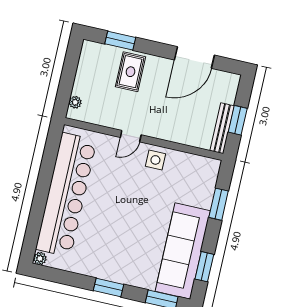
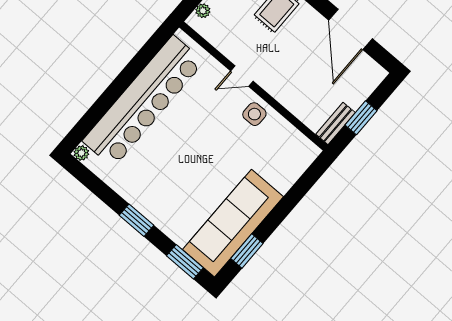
door: (194, 57) -> (351, 29), hinge flipped
bench: (222, 128) -> (336, 123), width x0.73
window: (219, 204) -> (296, 194), removed

